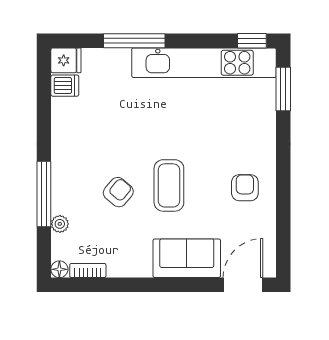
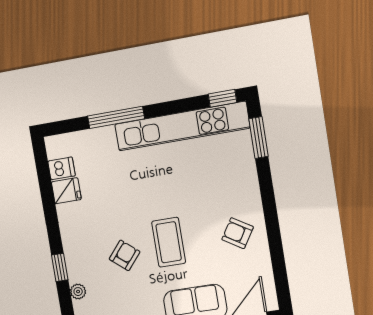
fridge: (66, 60) -> (66, 191), moved
armchair: (245, 188) -> (238, 233), turned -58
window: (44, 194) -> (60, 267), width x0.46

